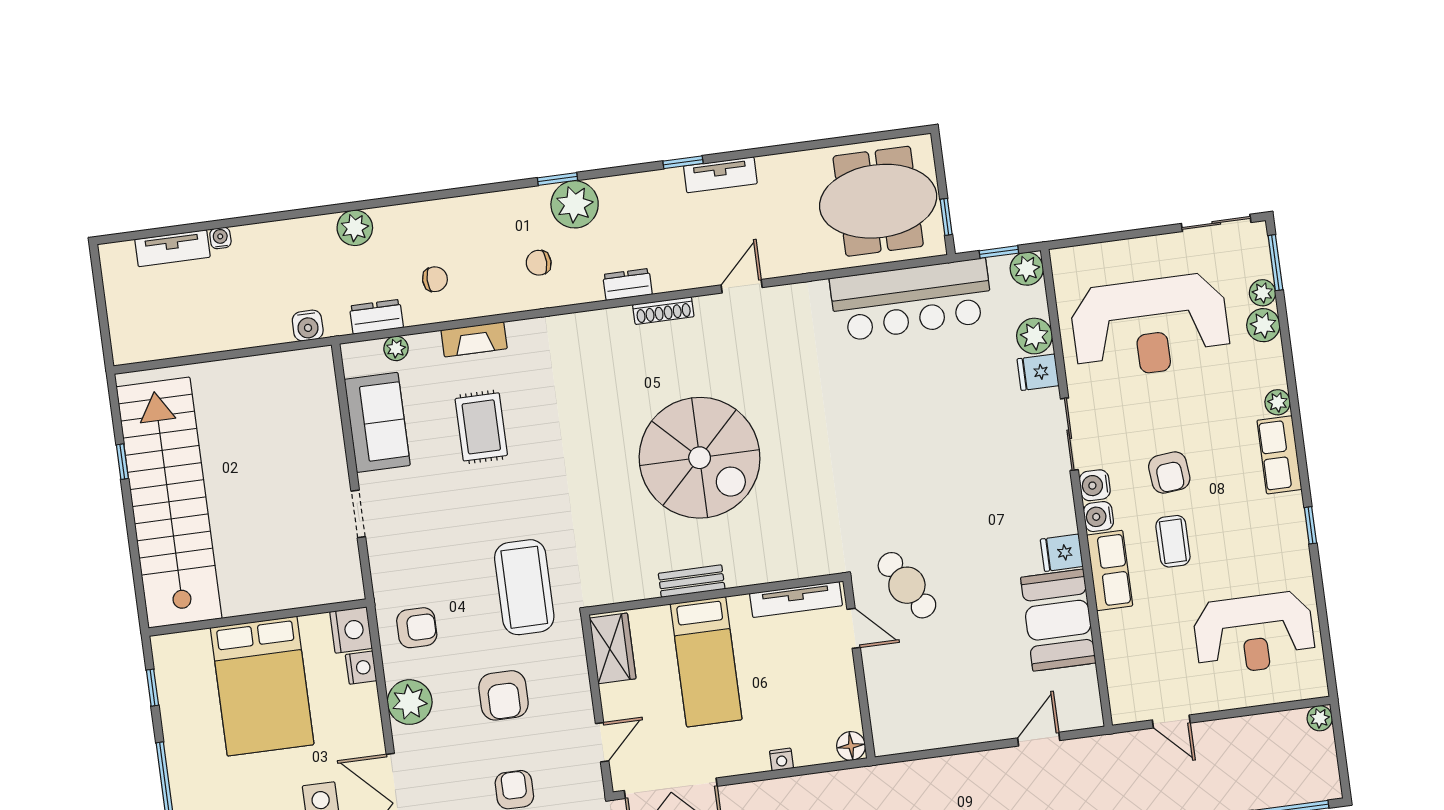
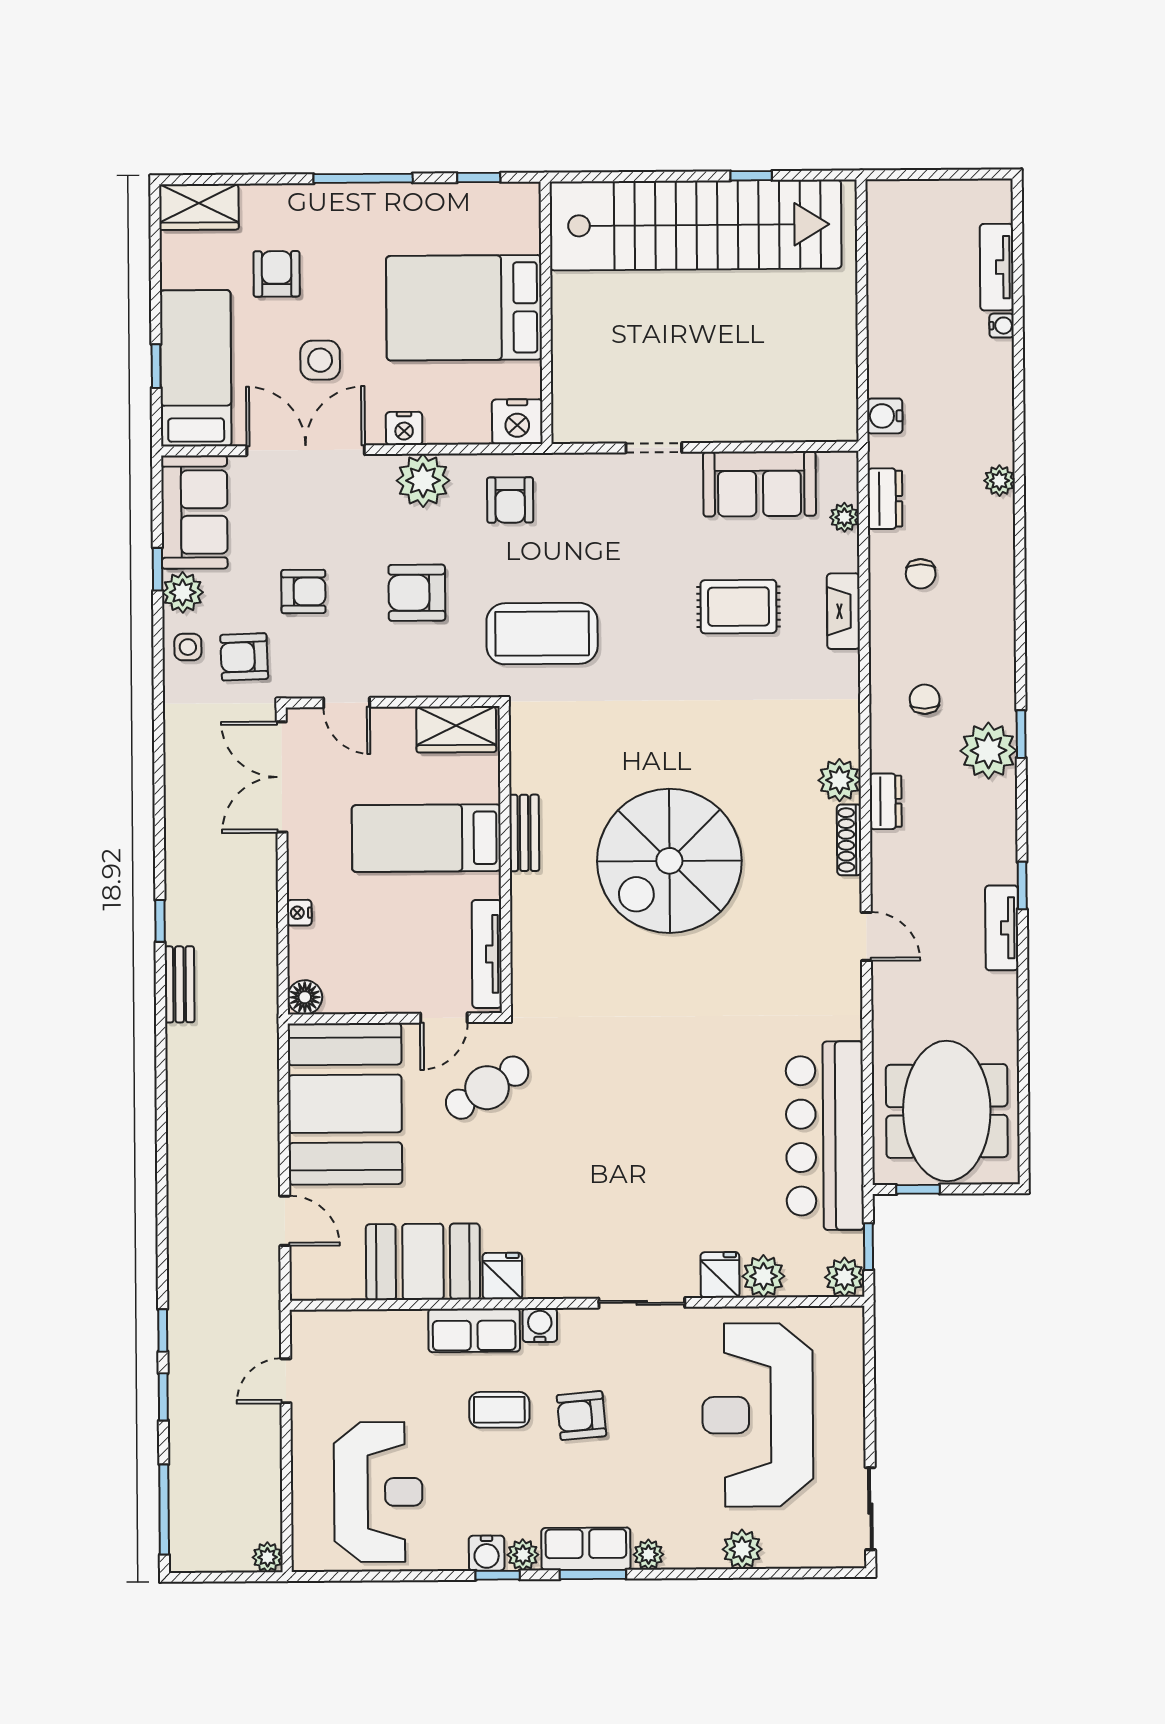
plant: (355, 228) -> (999, 481), width x0.73, depth x0.73
window: (1275, 263) -> (593, 1574), moved
plant: (1262, 293) -> (523, 1555), moved
plant: (615, 325) -> (839, 780), added
water cooler: (1095, 485) -> (487, 1553), moved, turned 180
reception desk: (1254, 633) -> (378, 1492), turned 180
nightstand: (361, 668) -> (404, 428), moved
booth: (935, 701) -> (345, 1104), added

